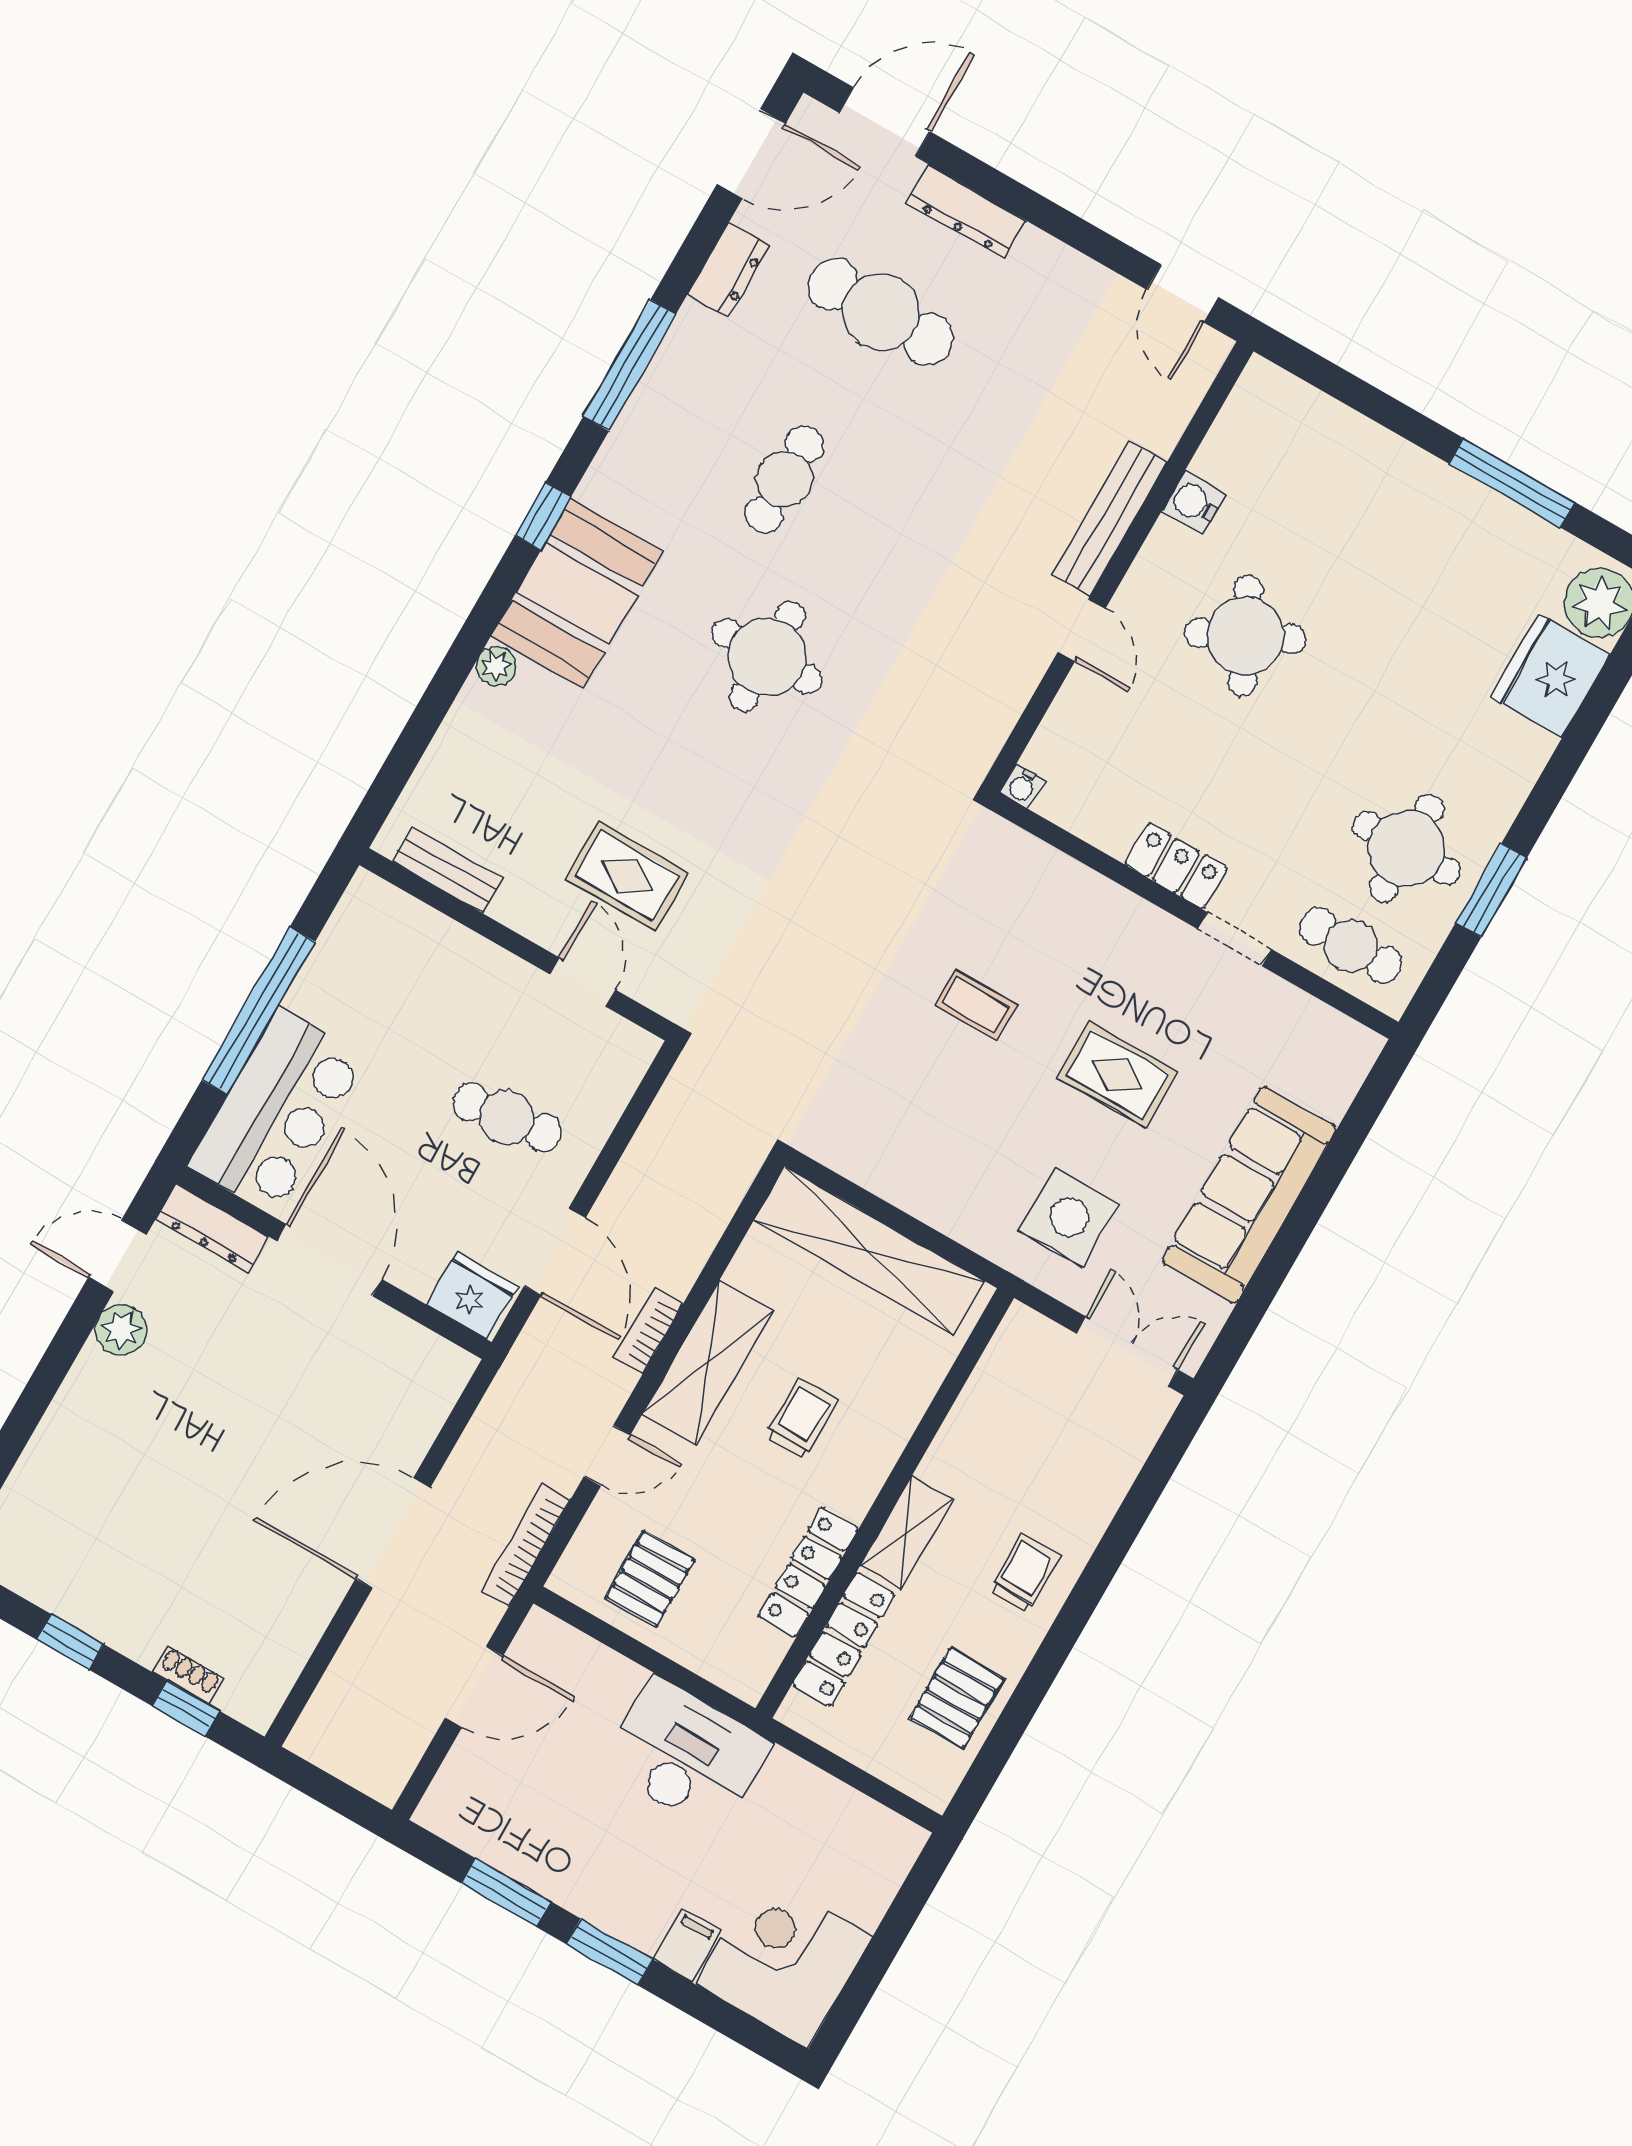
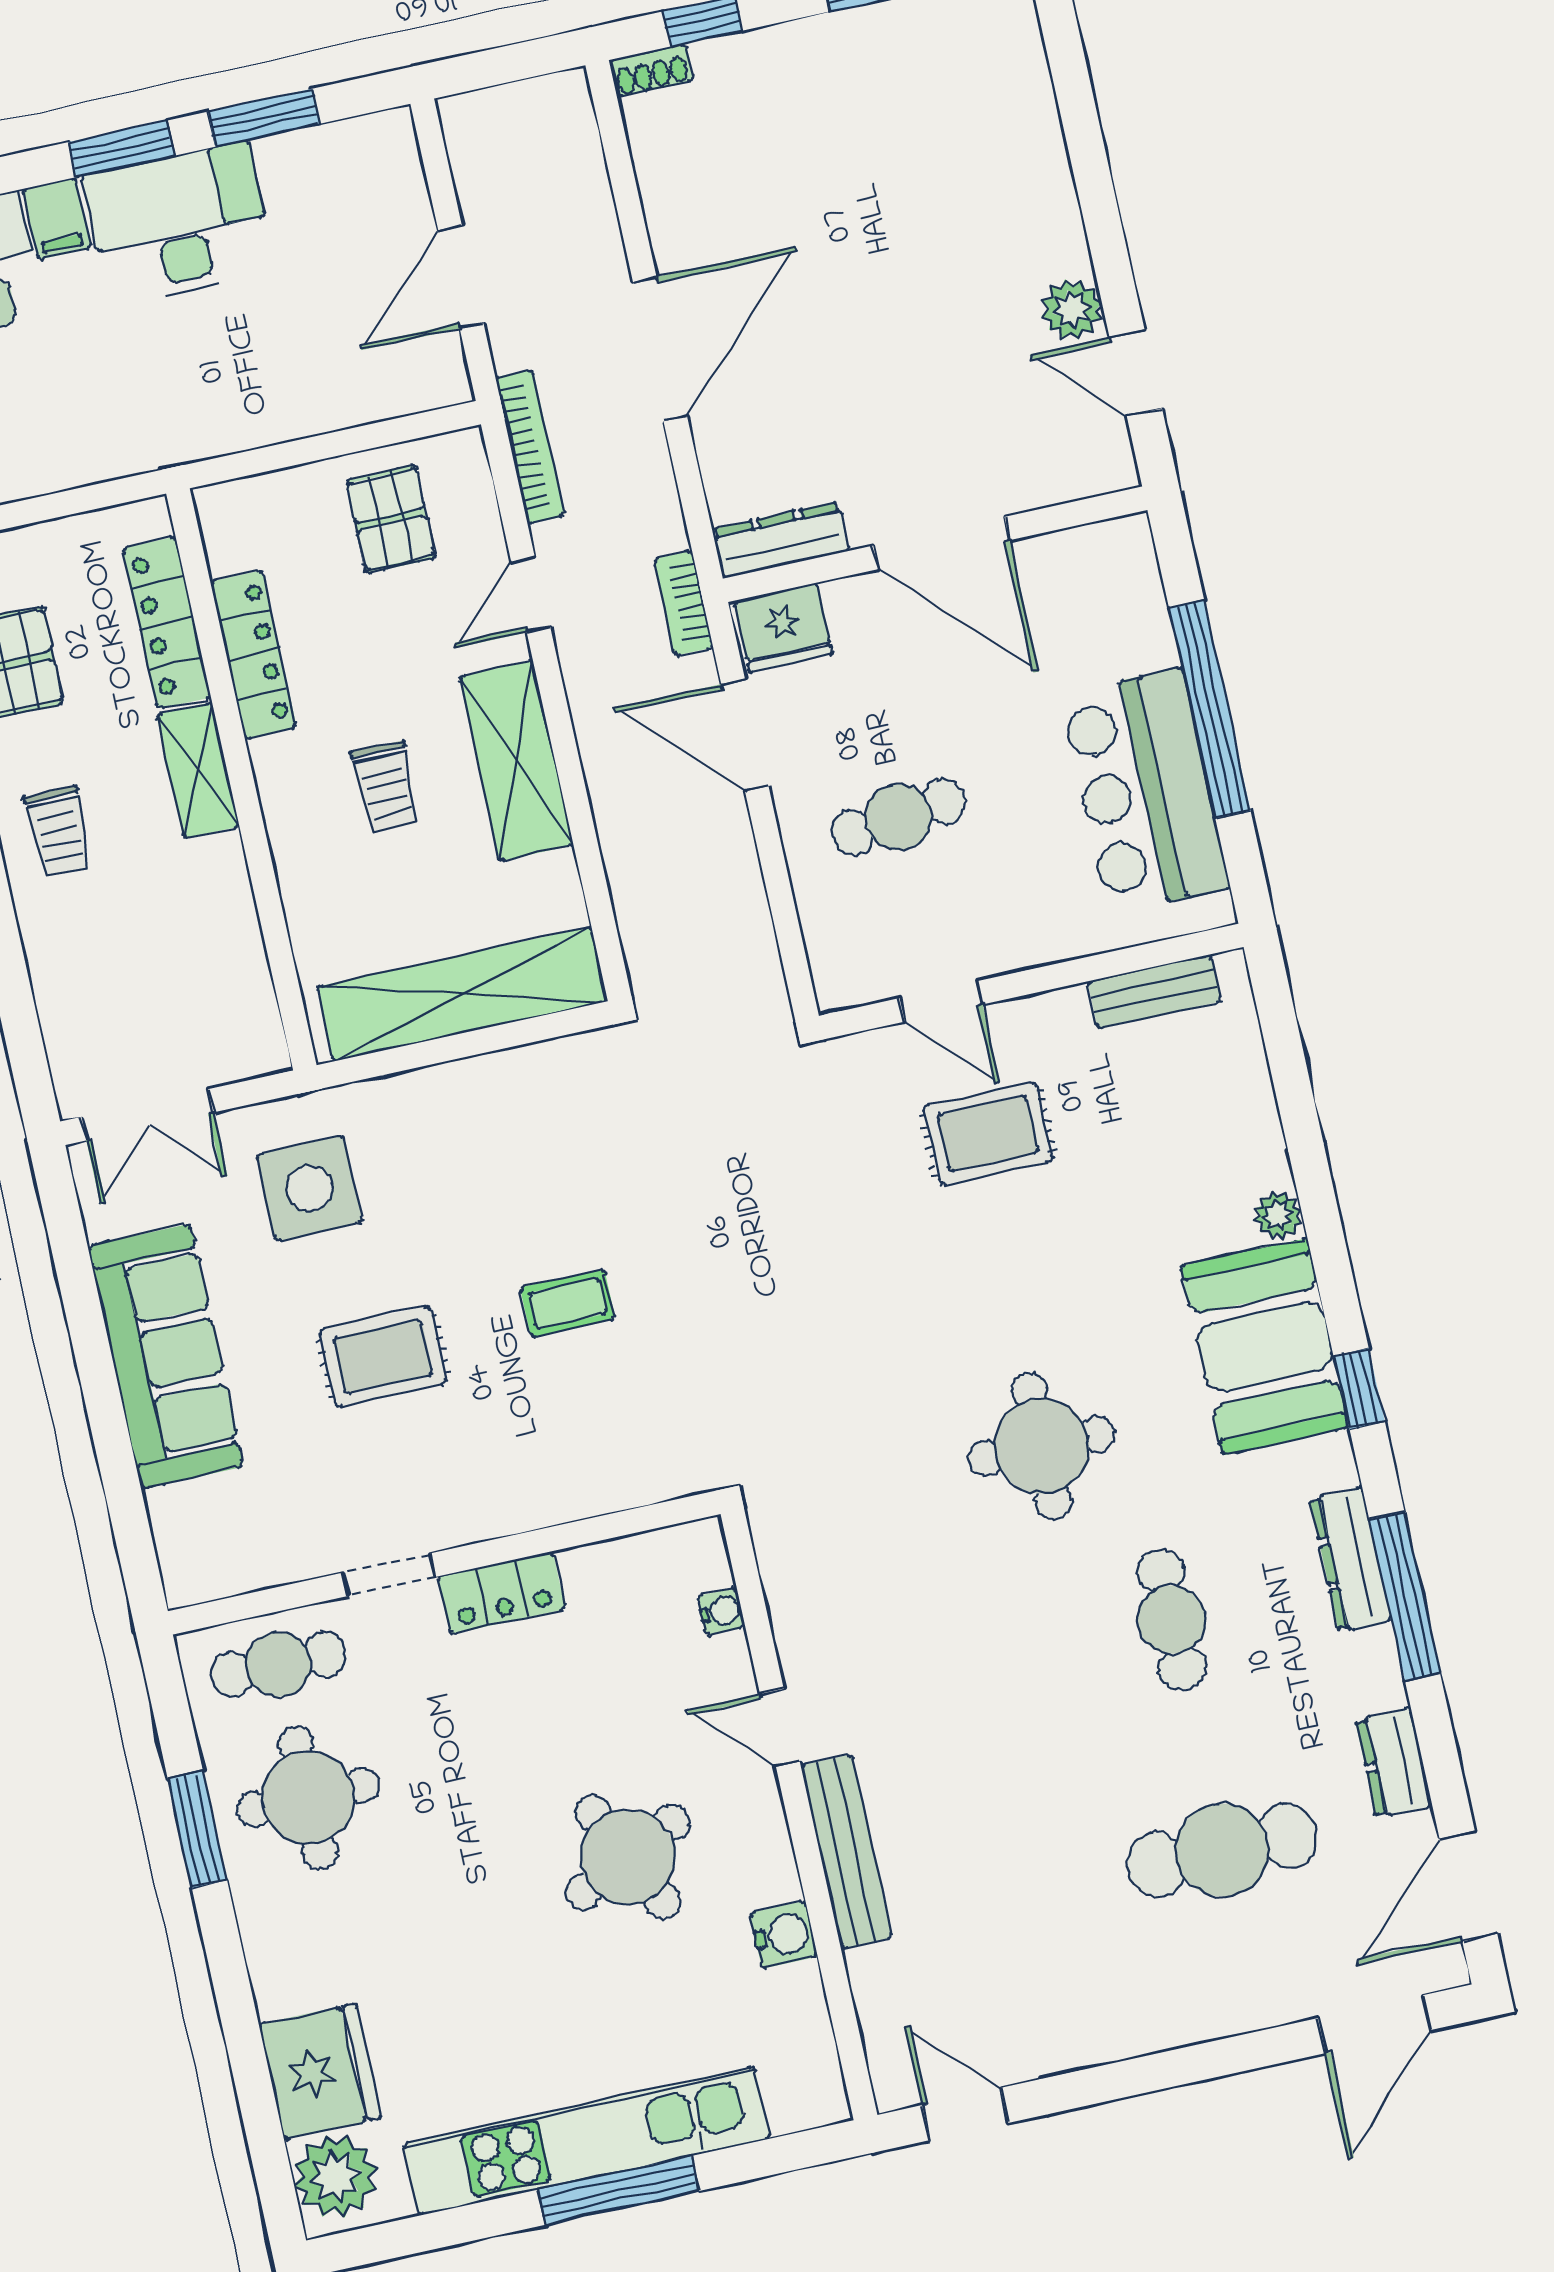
dresser: (966, 212) -> (1351, 1559), moved, turned -90
window: (1512, 483) -> (618, 2190), moved
kitchen unit: (1427, 486) -> (587, 2141), added
water cooler: (1022, 786) -> (721, 1612), moved, turned 90
bar counter: (277, 1112) -> (1145, 791), moved
dresser: (212, 1228) -> (781, 540), moved
door: (117, 1256) -> (1136, 373), swing flipped
bookcase: (649, 1331) -> (683, 603), moved, turned 180
shoe rack: (188, 1675) -> (651, 70), moved
desk: (686, 1755) -> (179, 224), moved, turned 180

